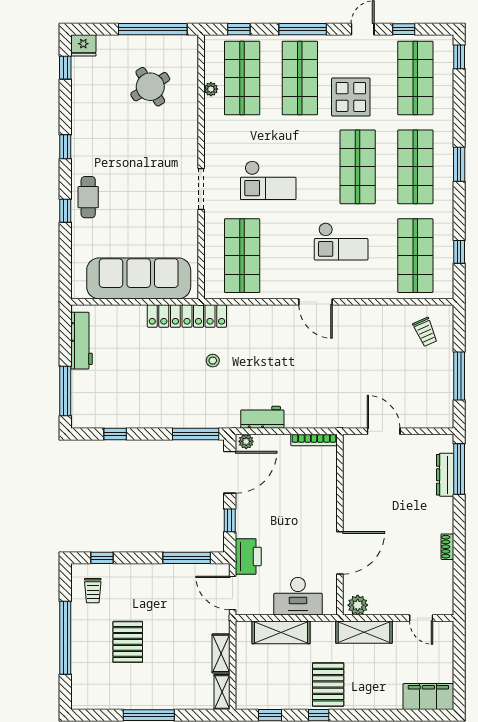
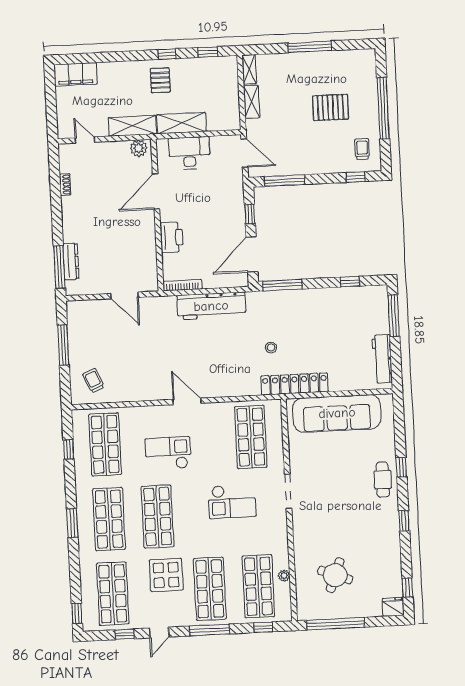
round table: (150, 87) -> (335, 575), turned -37
checkout: (268, 180) -> (232, 501), turned 180
workbench: (262, 417) -> (211, 306), width x1.88, depth x1.32
plant: (246, 441) -> (240, 281), removed
shoe rack: (447, 547) -> (65, 185), moved
printer: (248, 556) -> (172, 237), moved, turned 180
shelving: (281, 632) -> (182, 123), moved
pallet: (128, 642) -> (330, 107), turned 90
pallet: (328, 685) -> (160, 80), width x0.67, depth x0.71

